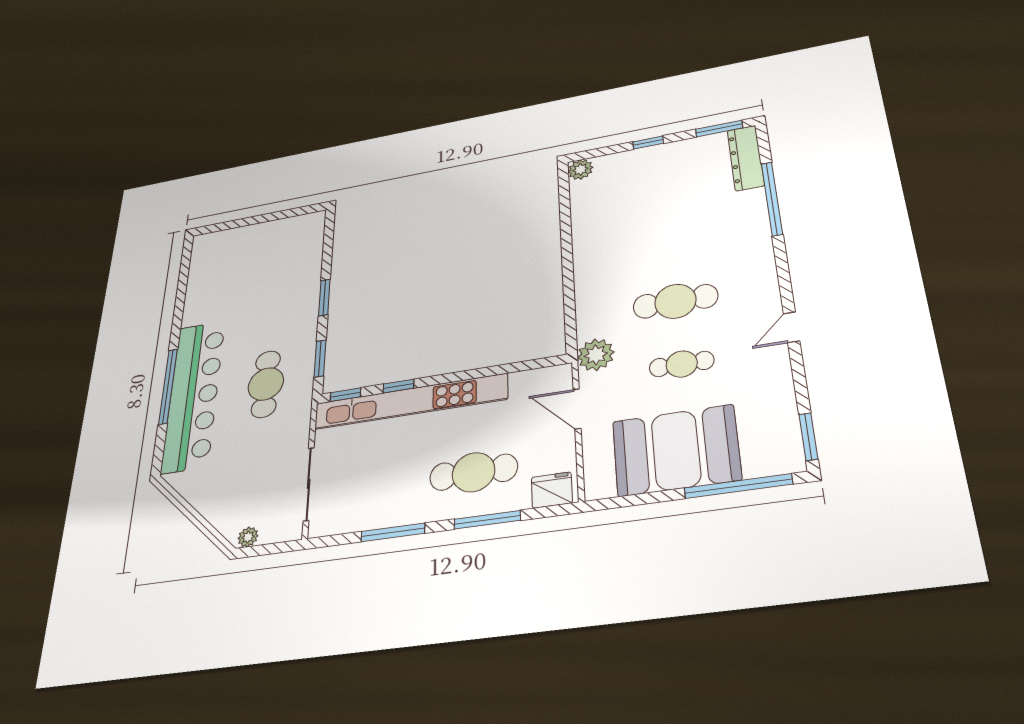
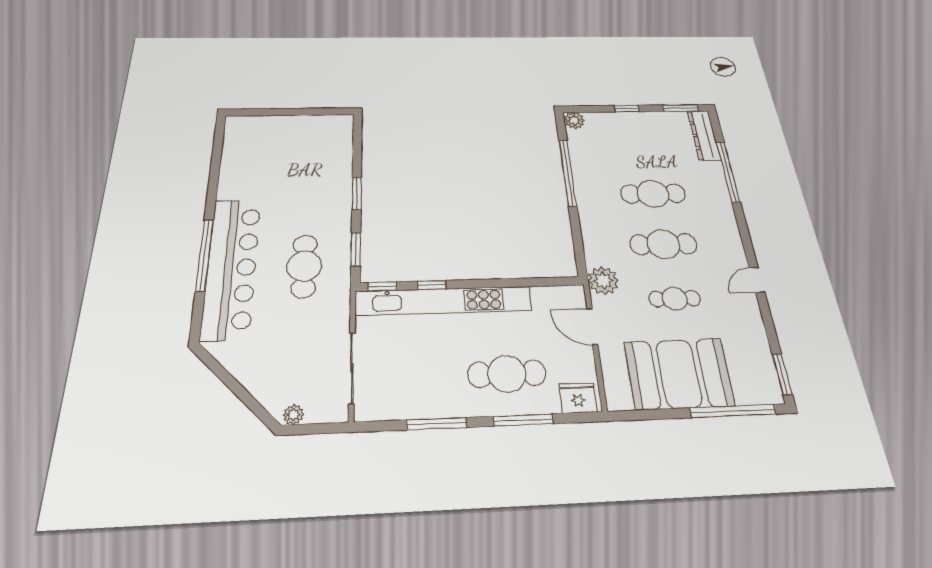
window: (566, 234) -> (568, 173), added
cafe table: (670, 242) -> (653, 194), added

